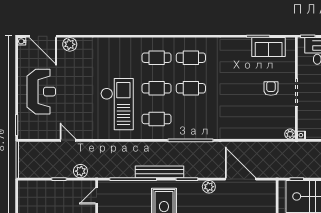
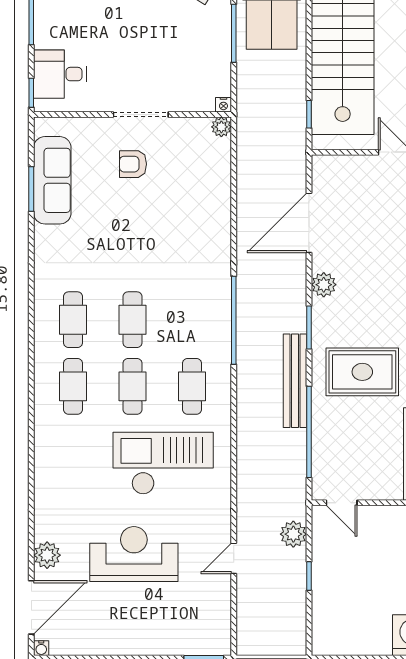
sofa: (269, 47) -> (52, 180), width x1.36
reception desk: (41, 92) -> (134, 554), moved

